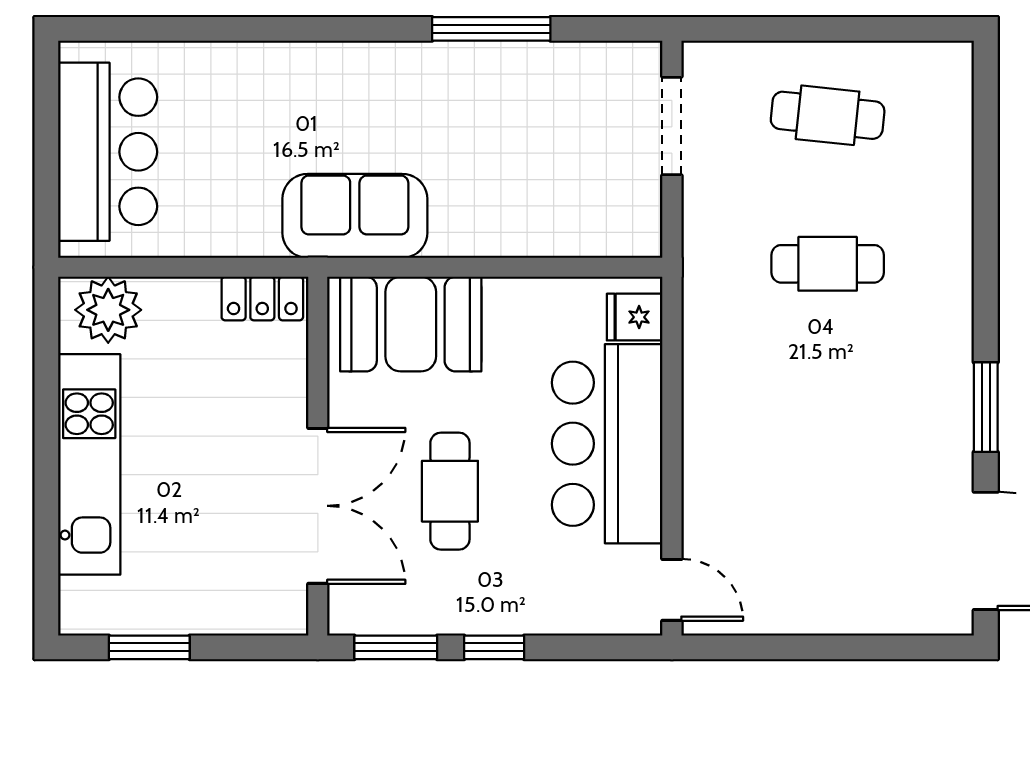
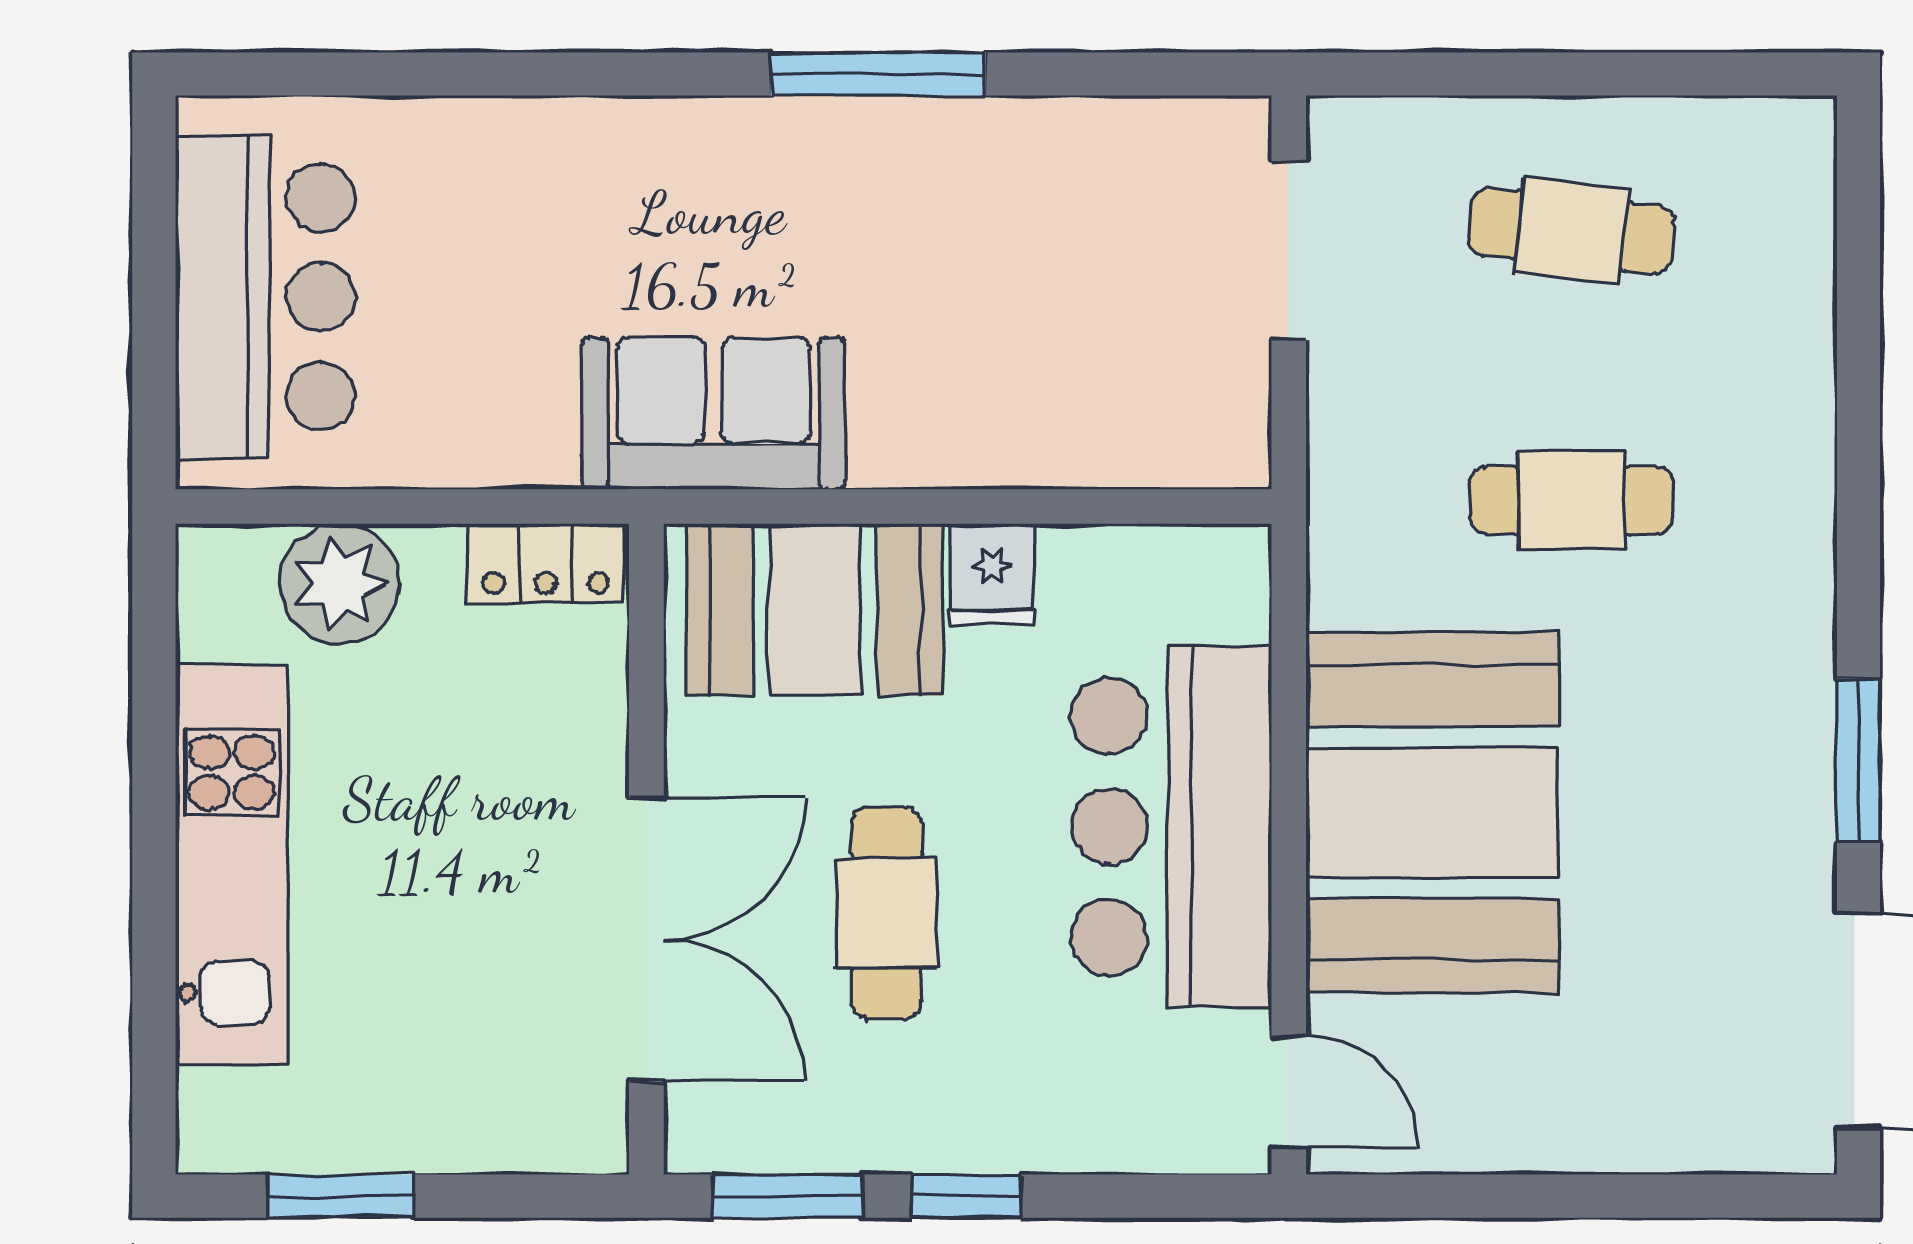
window: (491, 29) -> (878, 74), moved
plant: (108, 310) -> (339, 584), moved
fridge: (635, 317) -> (992, 574), moved, turned -90
booth: (751, 436) -> (1432, 813), added

